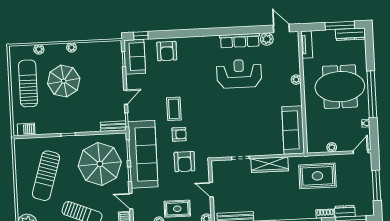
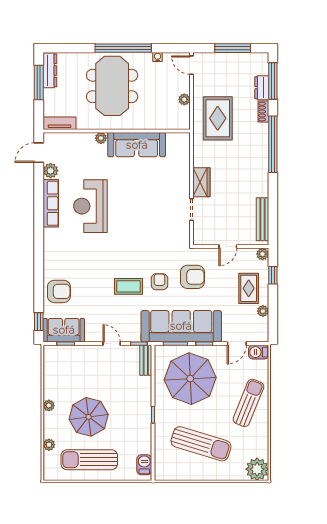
sofa: (293, 130) -> (137, 145), moved
wardrobe: (270, 165) -> (201, 182), width x0.67

